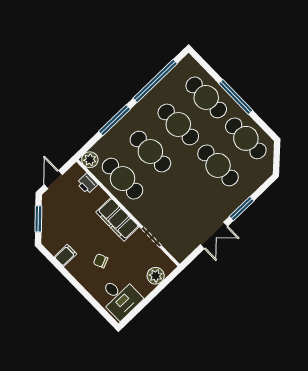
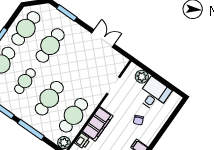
cafe table: (178, 124) -> (25, 81), width x0.73, depth x0.74
window: (242, 209) -> (67, 13), moved
filing cabinet: (117, 219) -> (98, 124), moved
desk: (120, 297) -> (154, 94), moved

